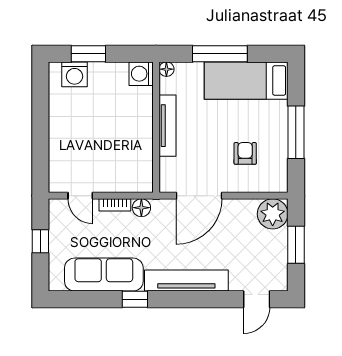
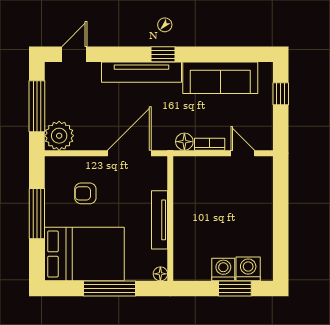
washing machine: (141, 74) -> (223, 269), moved, turned -90
bed: (246, 81) -> (84, 254), width x1.50
armchair: (245, 153) -> (85, 193), turned 90
window: (40, 241) -> (281, 94), moved
window: (296, 245) -> (37, 106), width x1.44
window: (135, 299) -> (163, 54), moved

